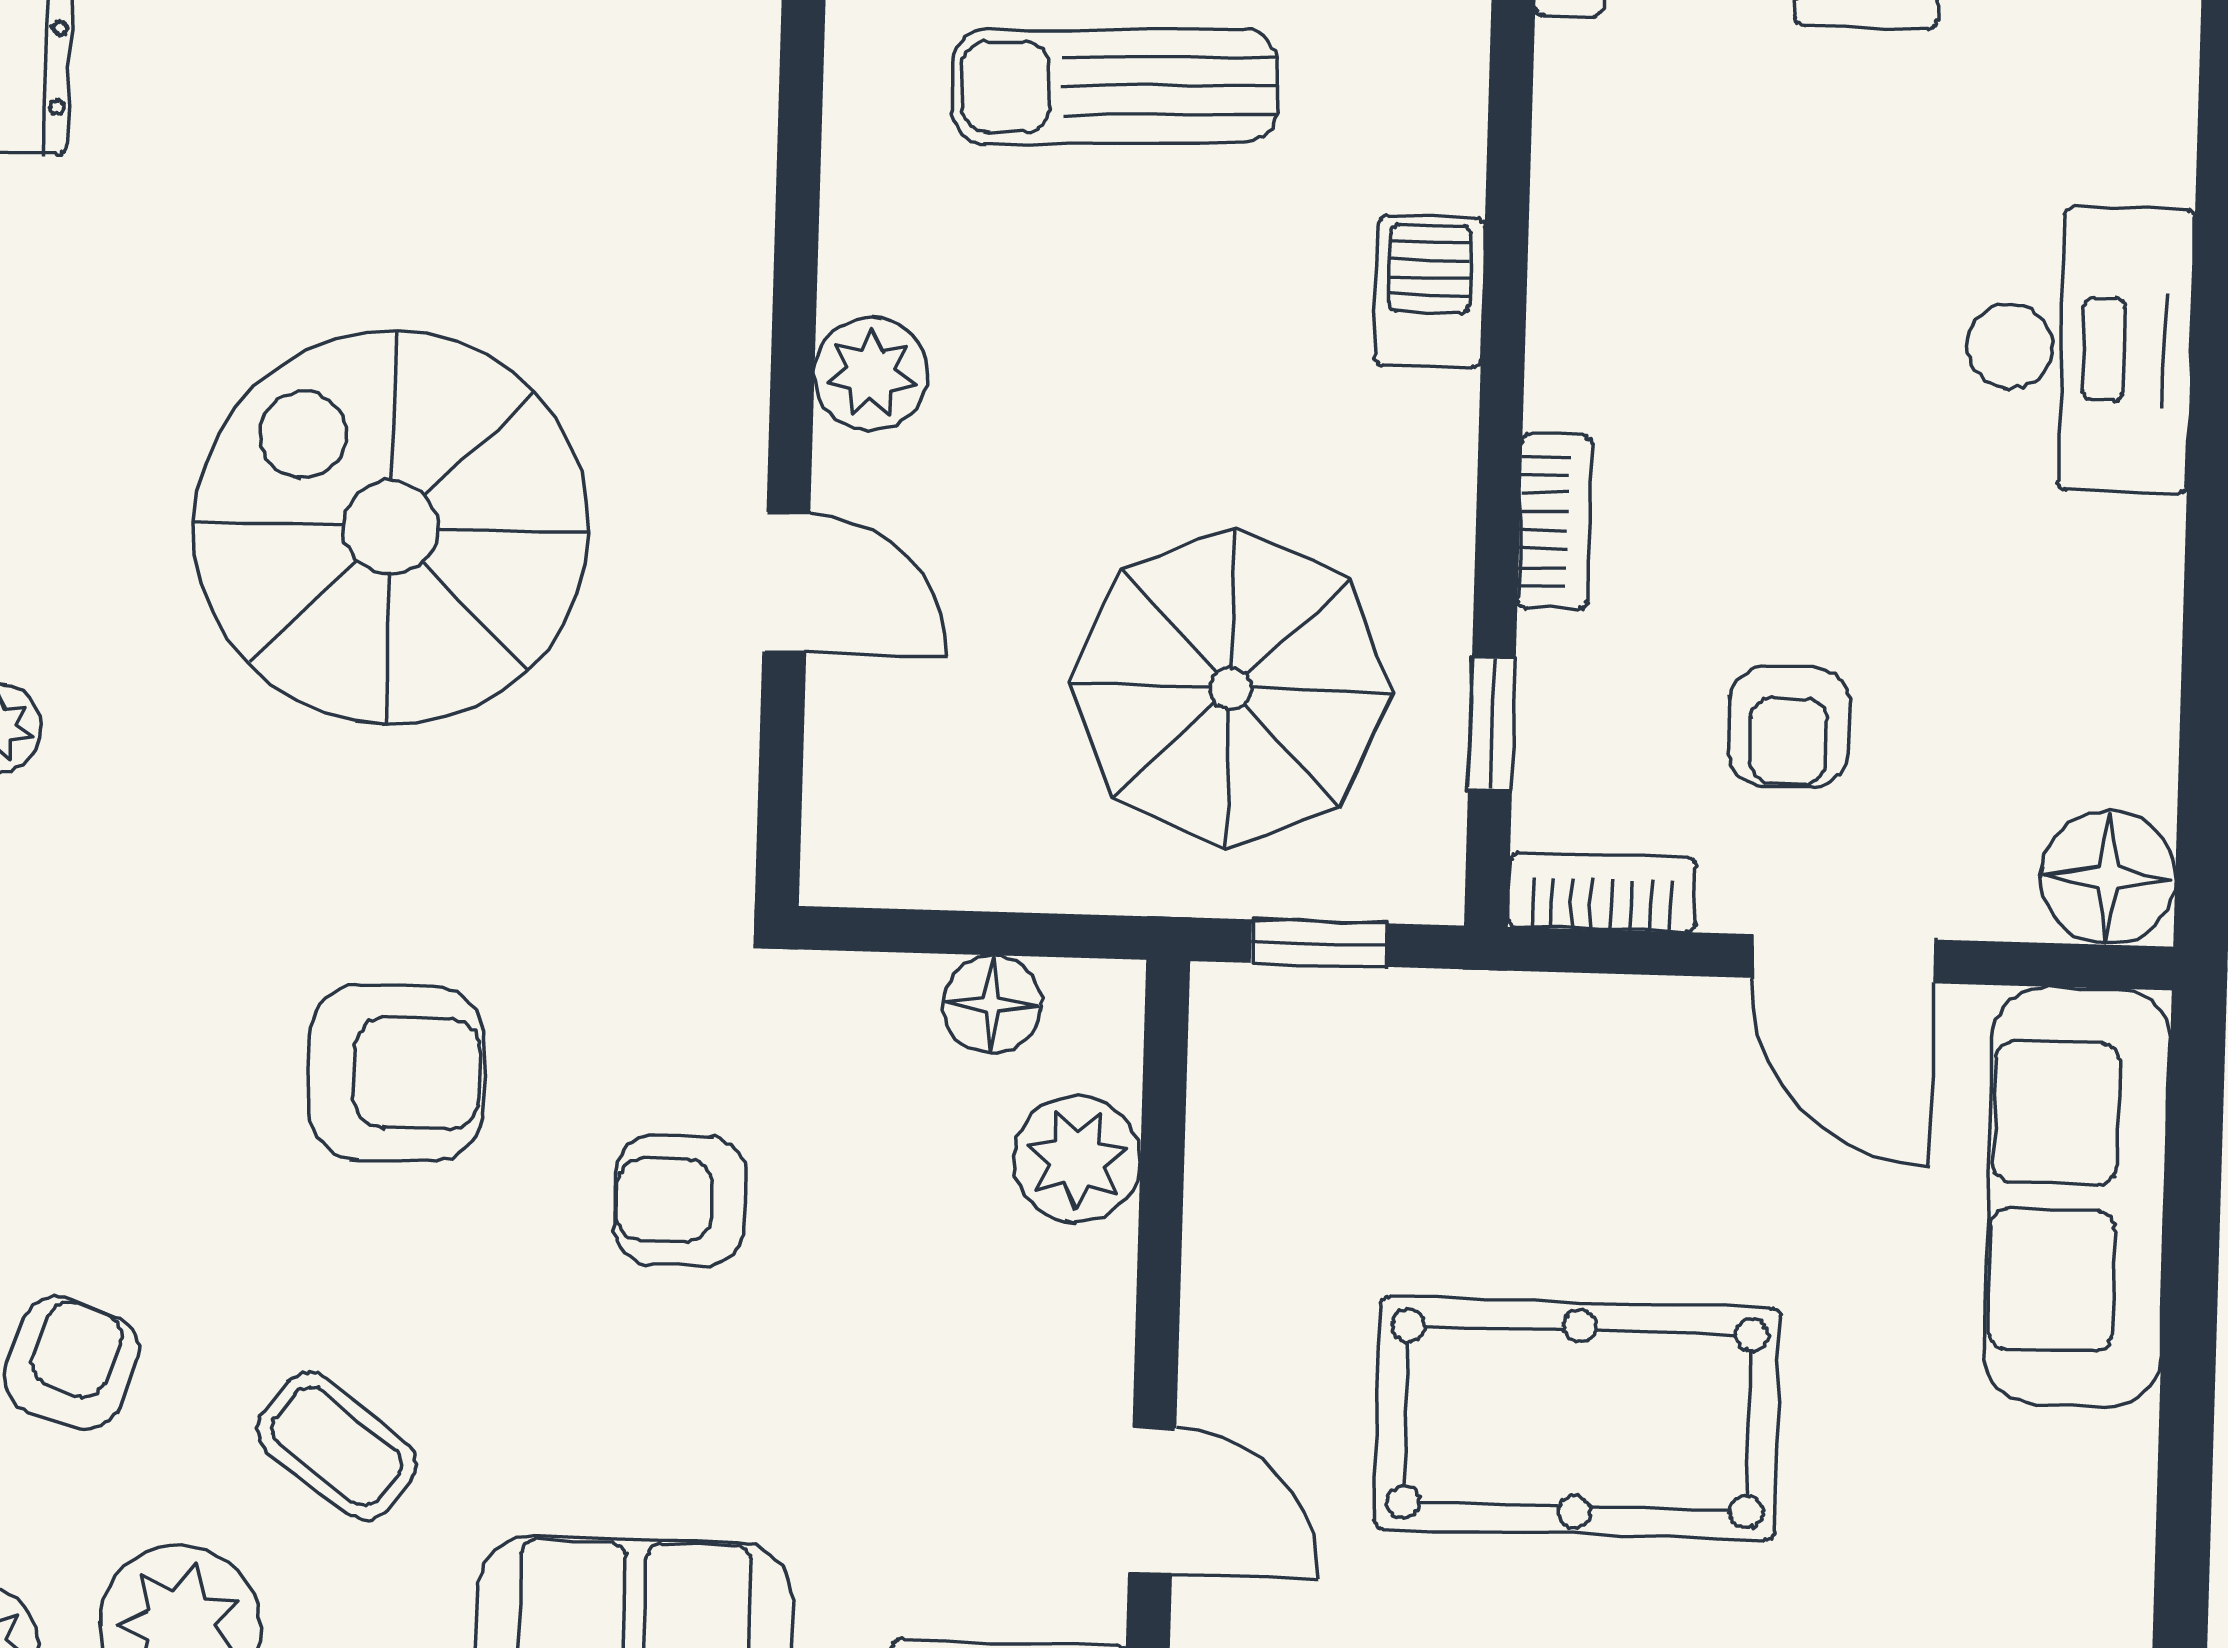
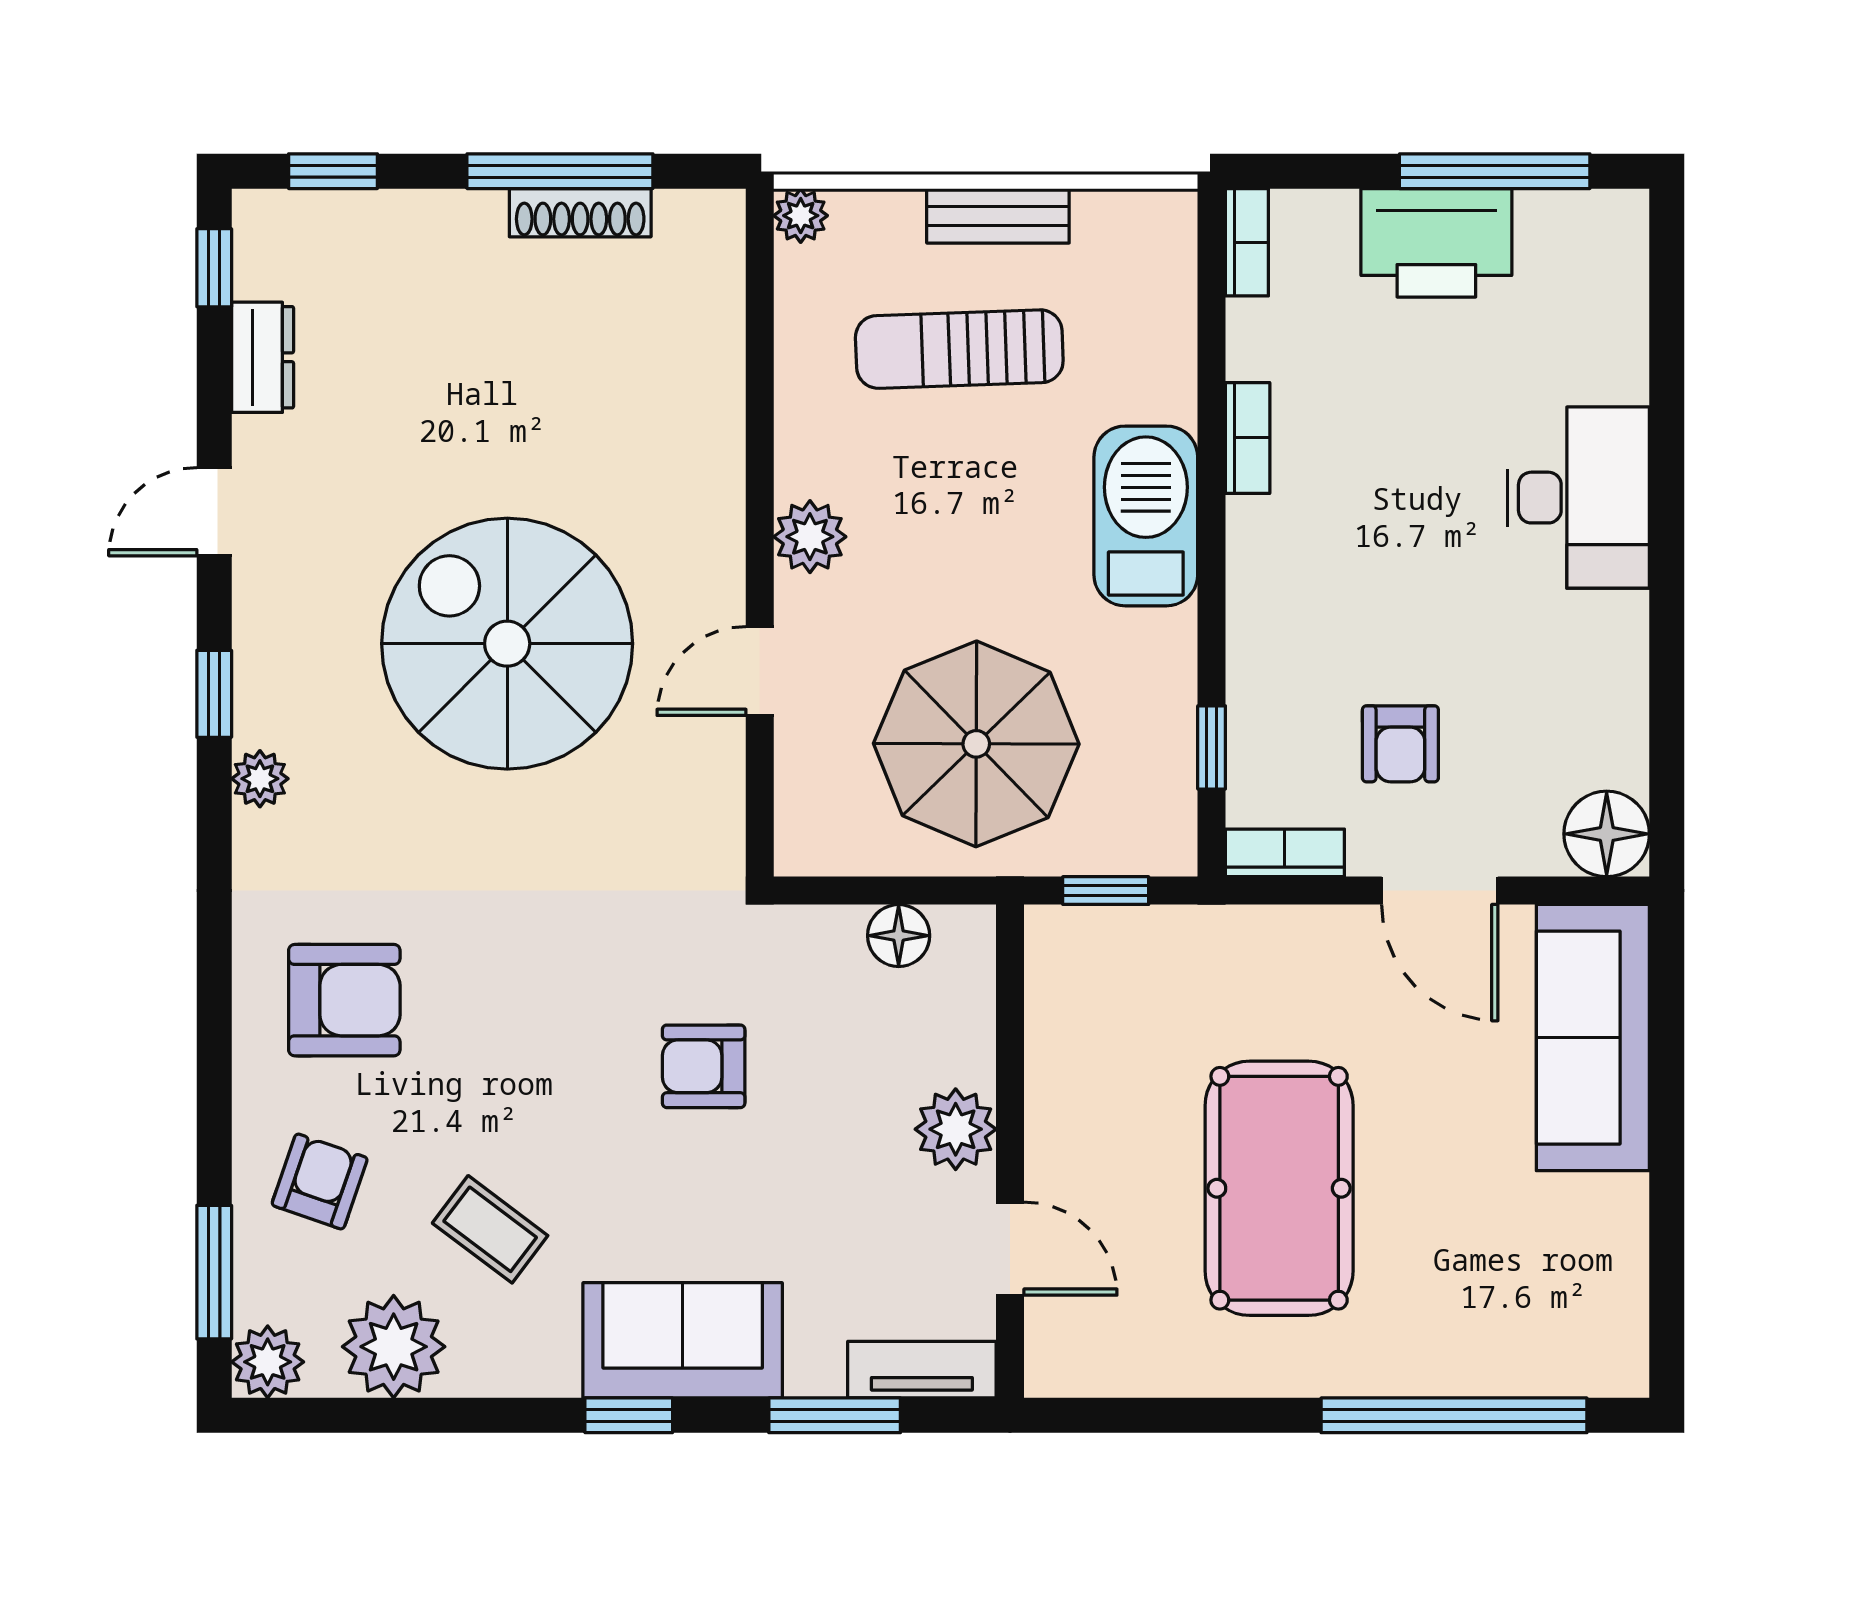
barbecue: (1430, 292) -> (1146, 516), width x1.88, depth x1.53
bookcase: (1555, 521) -> (1248, 438), moved
door: (786, 582) -> (760, 671), swing flipped
parasol: (1231, 688) -> (976, 744), moved
armchair: (396, 1073) -> (344, 1000), moved
plant: (1077, 1159) -> (956, 1129), moved
pool table: (1577, 1419) -> (1279, 1188), turned 90

